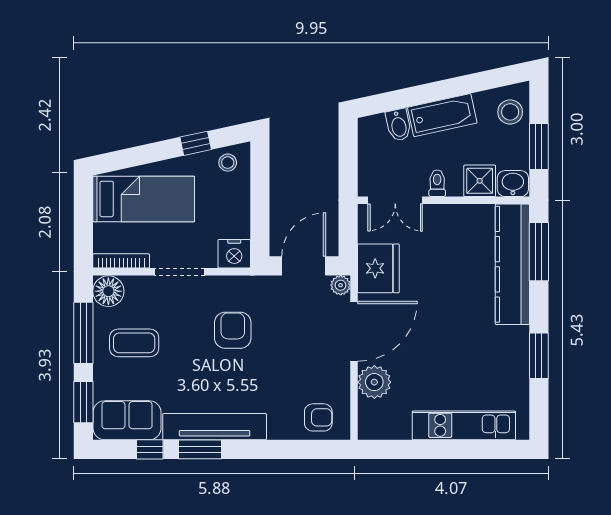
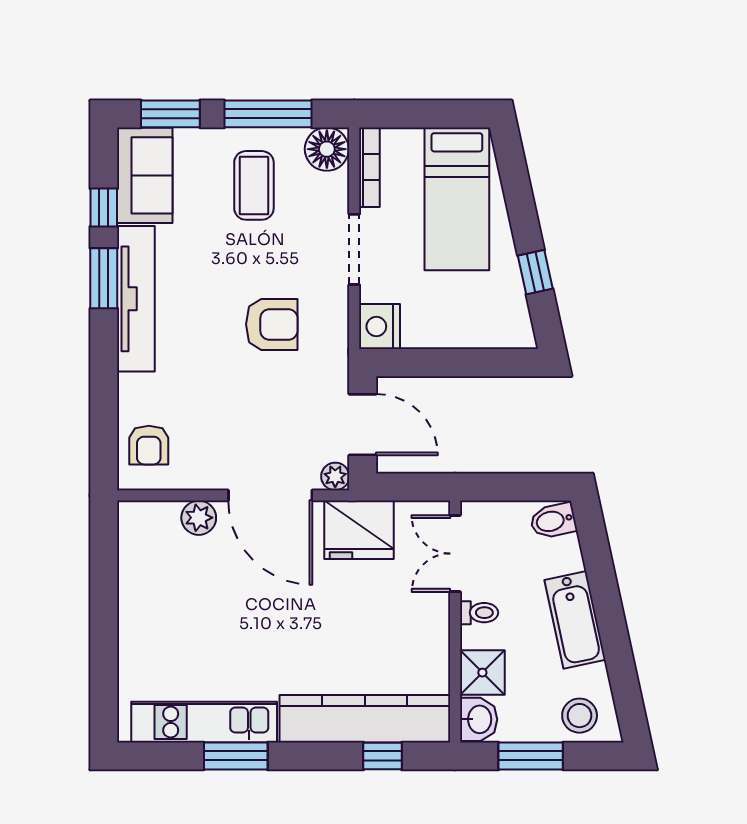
bidet: (398, 125) -> (553, 521), moved
stool: (228, 163) -> (508, 317), removed
window: (539, 252) -> (383, 756), width x0.46
plant: (374, 382) -> (199, 518), width x0.73, depth x0.73
kitchen unit: (464, 425) -> (204, 722), moved, turned -90

